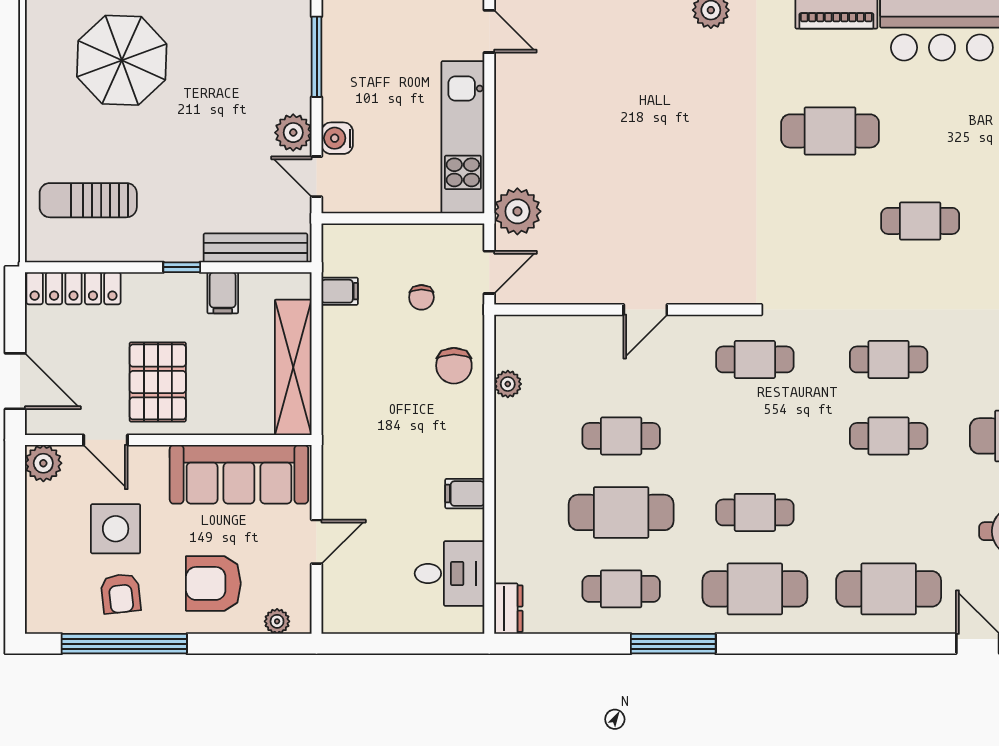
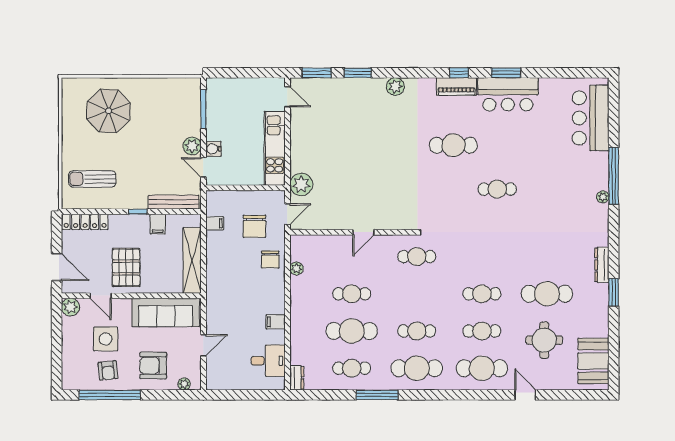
chair: (421, 297) -> (254, 226), width x1.87, depth x1.87
cafe table: (889, 359) -> (482, 331), moved

